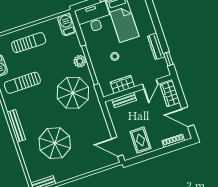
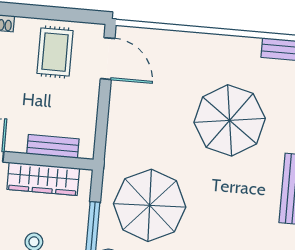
wardrobe: (122, 85) -> (43, 179), width x1.50

